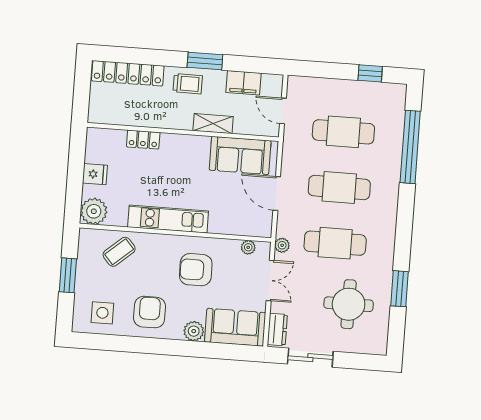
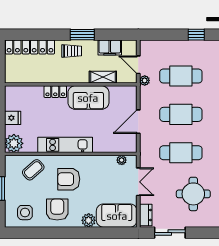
shelving: (213, 124) -> (103, 77), moved
locker: (143, 140) -> (55, 92), moved
sofa: (240, 155) -> (88, 98), moved
door: (277, 193) -> (138, 122), hinge flipped
plant: (282, 245) -> (145, 80), moved
armchair: (196, 270) -> (69, 179), moved

